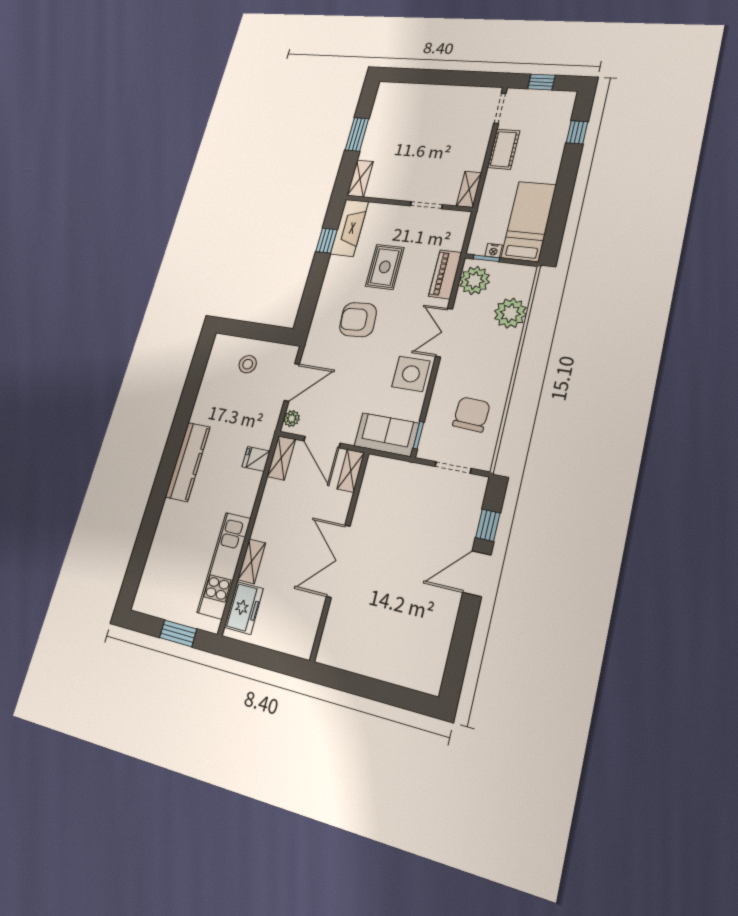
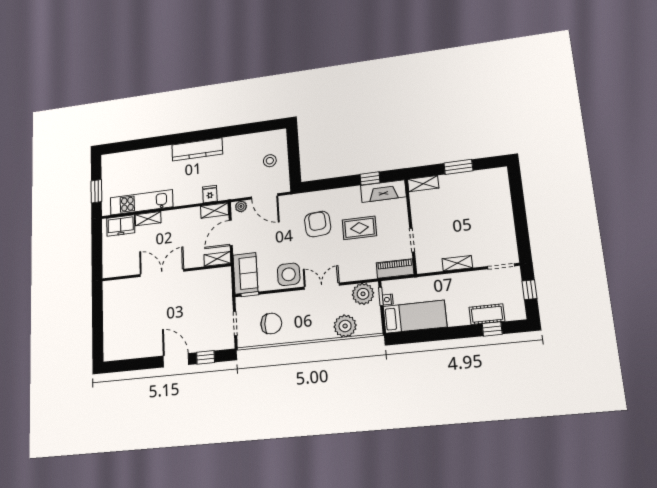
cot: (503, 149) -> (487, 314), moved
shelving: (469, 189) -> (457, 263), moved
piano: (445, 274) -> (395, 269), moved

